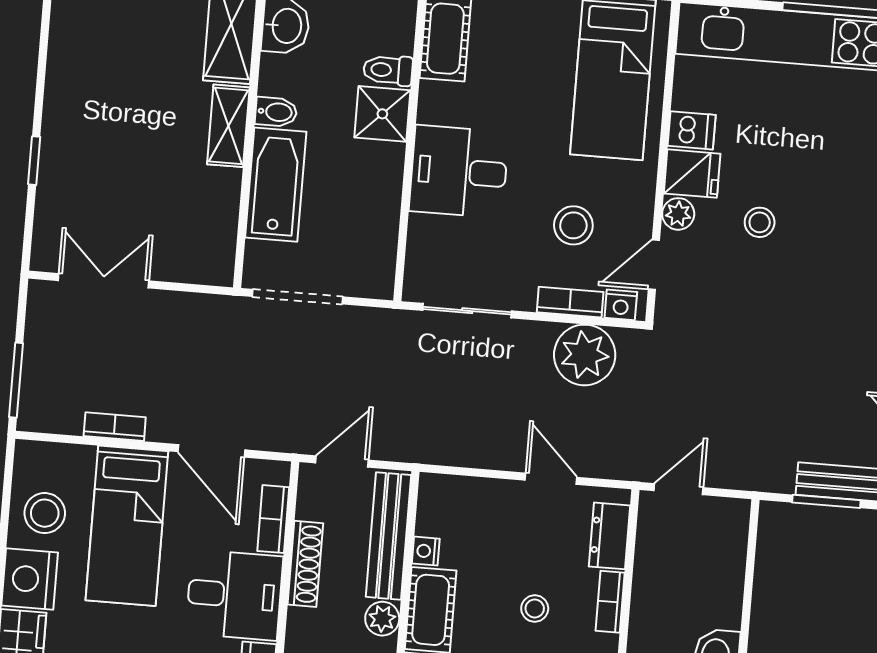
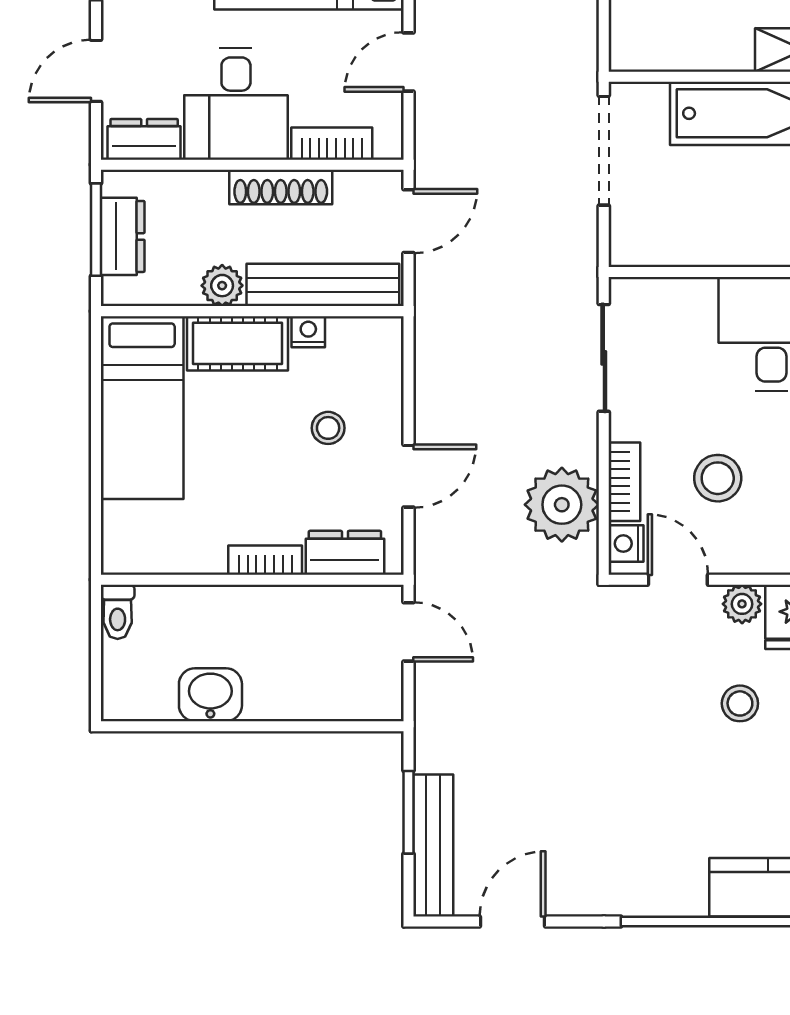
door: (211, 451) -> (408, 62), width x0.73
door: (342, 461) -> (408, 221), hinge flipped
stool: (535, 608) -> (328, 428), moved

